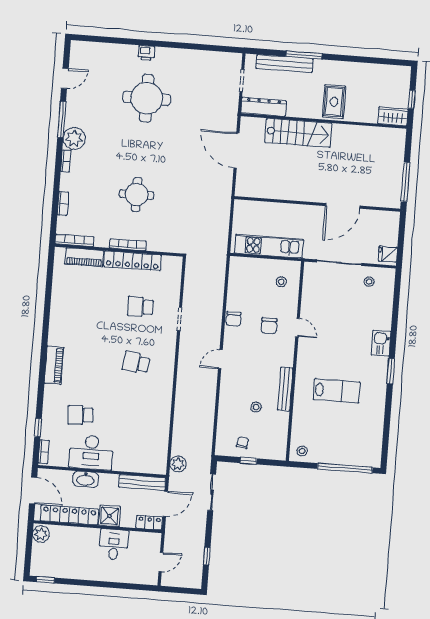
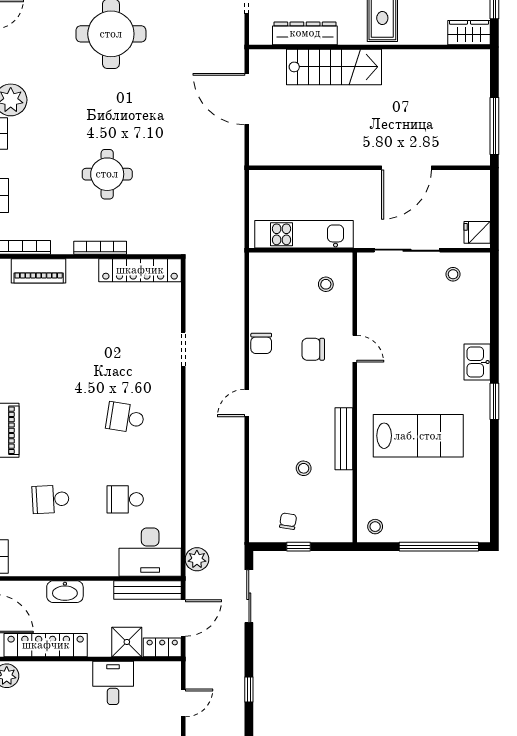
dresser: (264, 107) -> (305, 33), moved
locker: (132, 261) -> (140, 270), moved
school desk: (140, 307) -> (125, 499), moved
chair: (269, 326) -> (313, 349), turned 90
lab bench: (337, 391) -> (418, 436), width x1.36, depth x1.39
desk: (91, 452) -> (150, 552), moved
shower: (109, 516) -> (127, 642), moved

